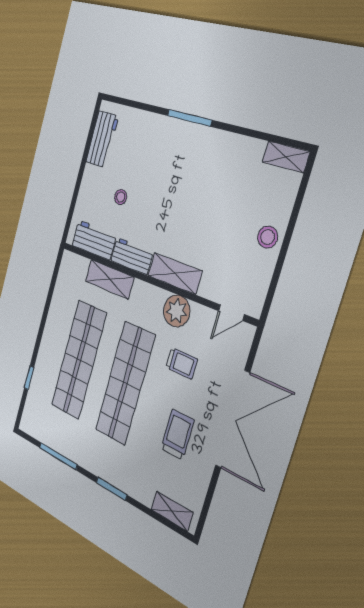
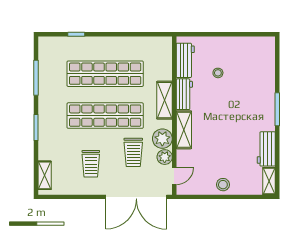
workbench: (102, 139) -> (266, 149), moved, turned 90
shelving: (110, 279) -> (165, 100), moved
door: (231, 313) -> (174, 176), swing flipped
plant: (201, 317) -> (165, 157), added
trolley: (181, 363) -> (133, 152), width x1.36, depth x1.39
double door: (233, 419) -> (136, 197), moved
trolley: (177, 434) -> (91, 164), turned 90

